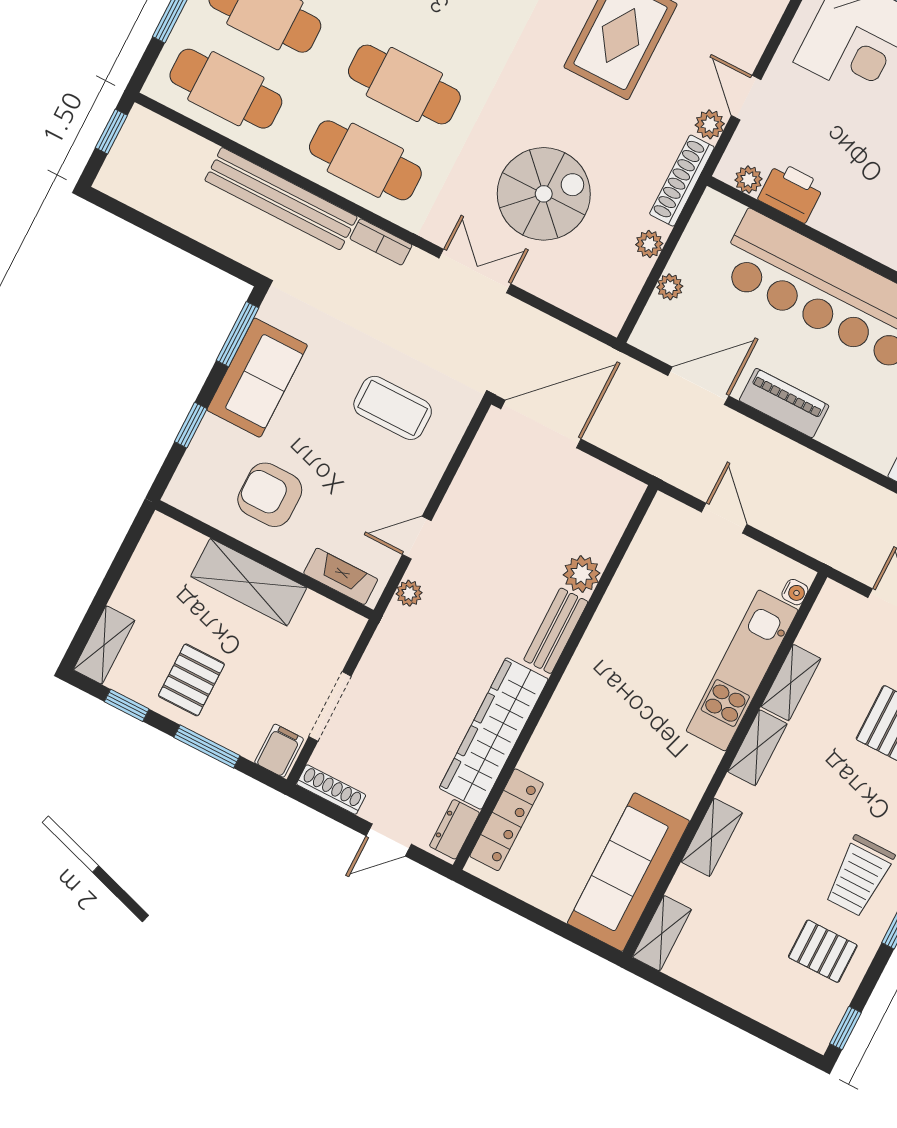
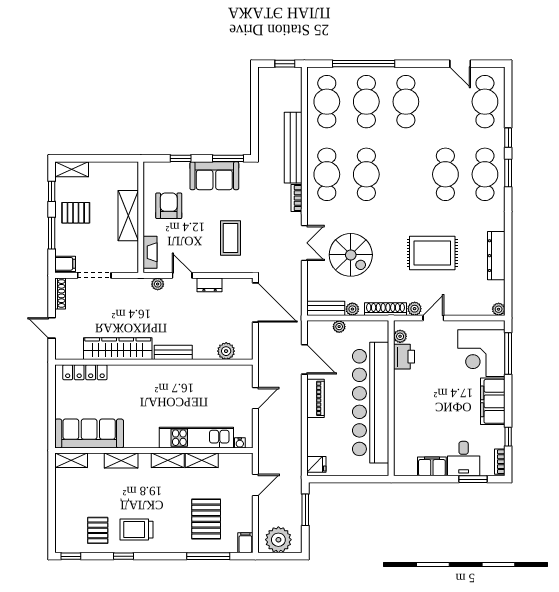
bench: (622, 294) -> (326, 308), added
plant: (582, 574) -> (226, 351), moved
dresser: (454, 829) -> (210, 285), moved, turned 180

